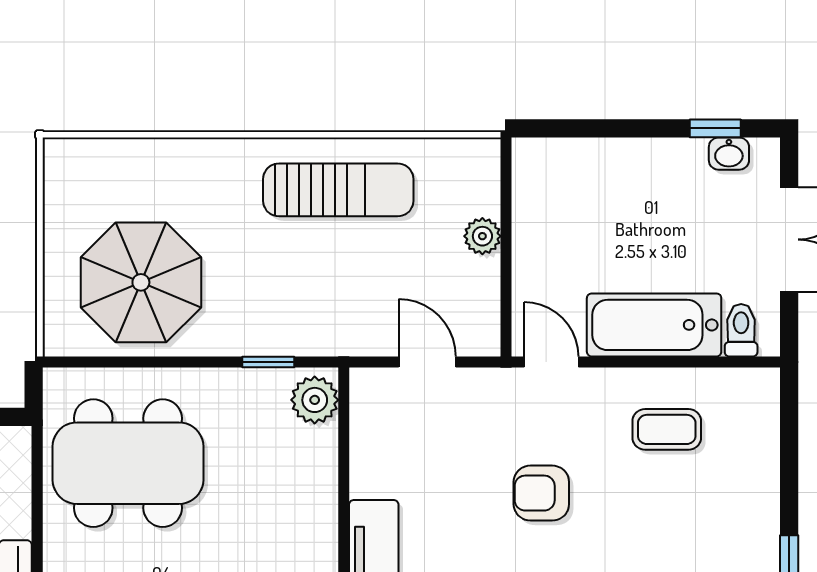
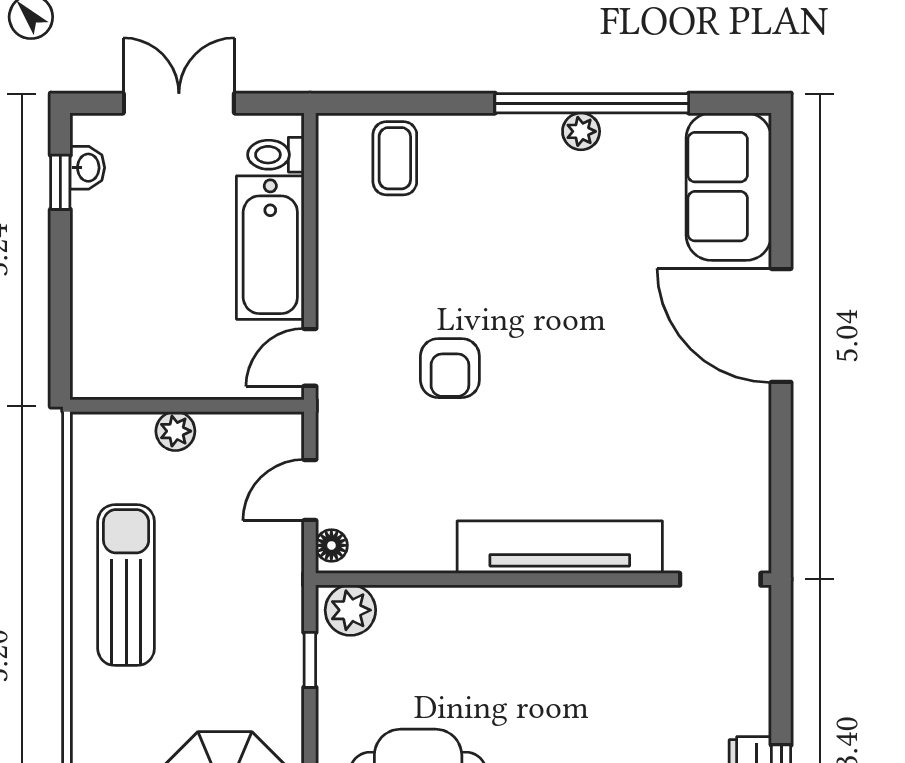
floor lamp: (375, 382) -> (331, 545), added
coffee table: (667, 429) -> (395, 158), moved

